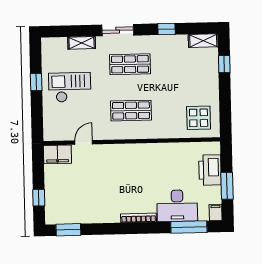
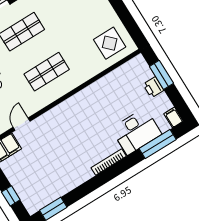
printer: (210, 170) -> (153, 87), width x0.53, depth x0.68
window: (227, 186) -> (161, 75), moved

